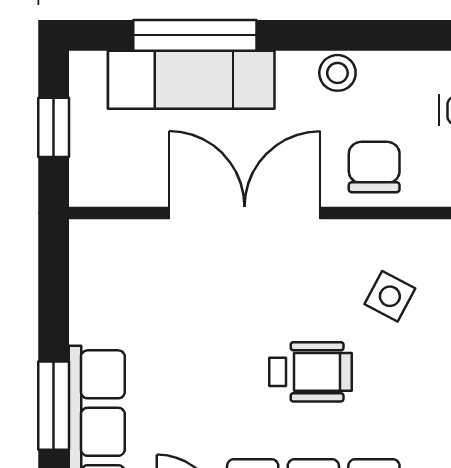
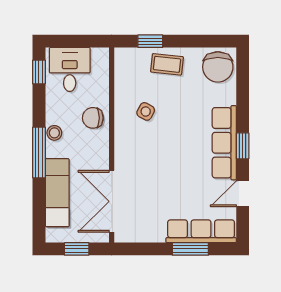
window: (195, 35) -> (39, 153), moved
double door: (245, 213) -> (112, 201), moved
wheelchair: (310, 372) -> (177, 144), removed

